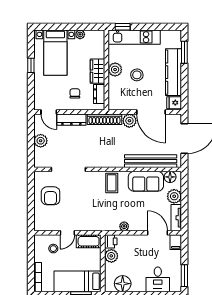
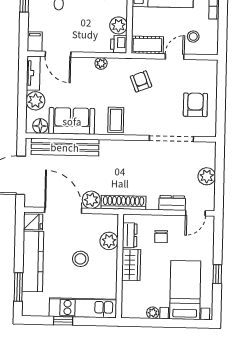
window: (123, 27) -> (63, 321), moved
plant: (115, 70) -> (109, 241), moved
door: (49, 112) -> (195, 213), swing flipped
dresser: (71, 120) -> (172, 203), width x0.70
armchair: (93, 213) -> (141, 81), added

